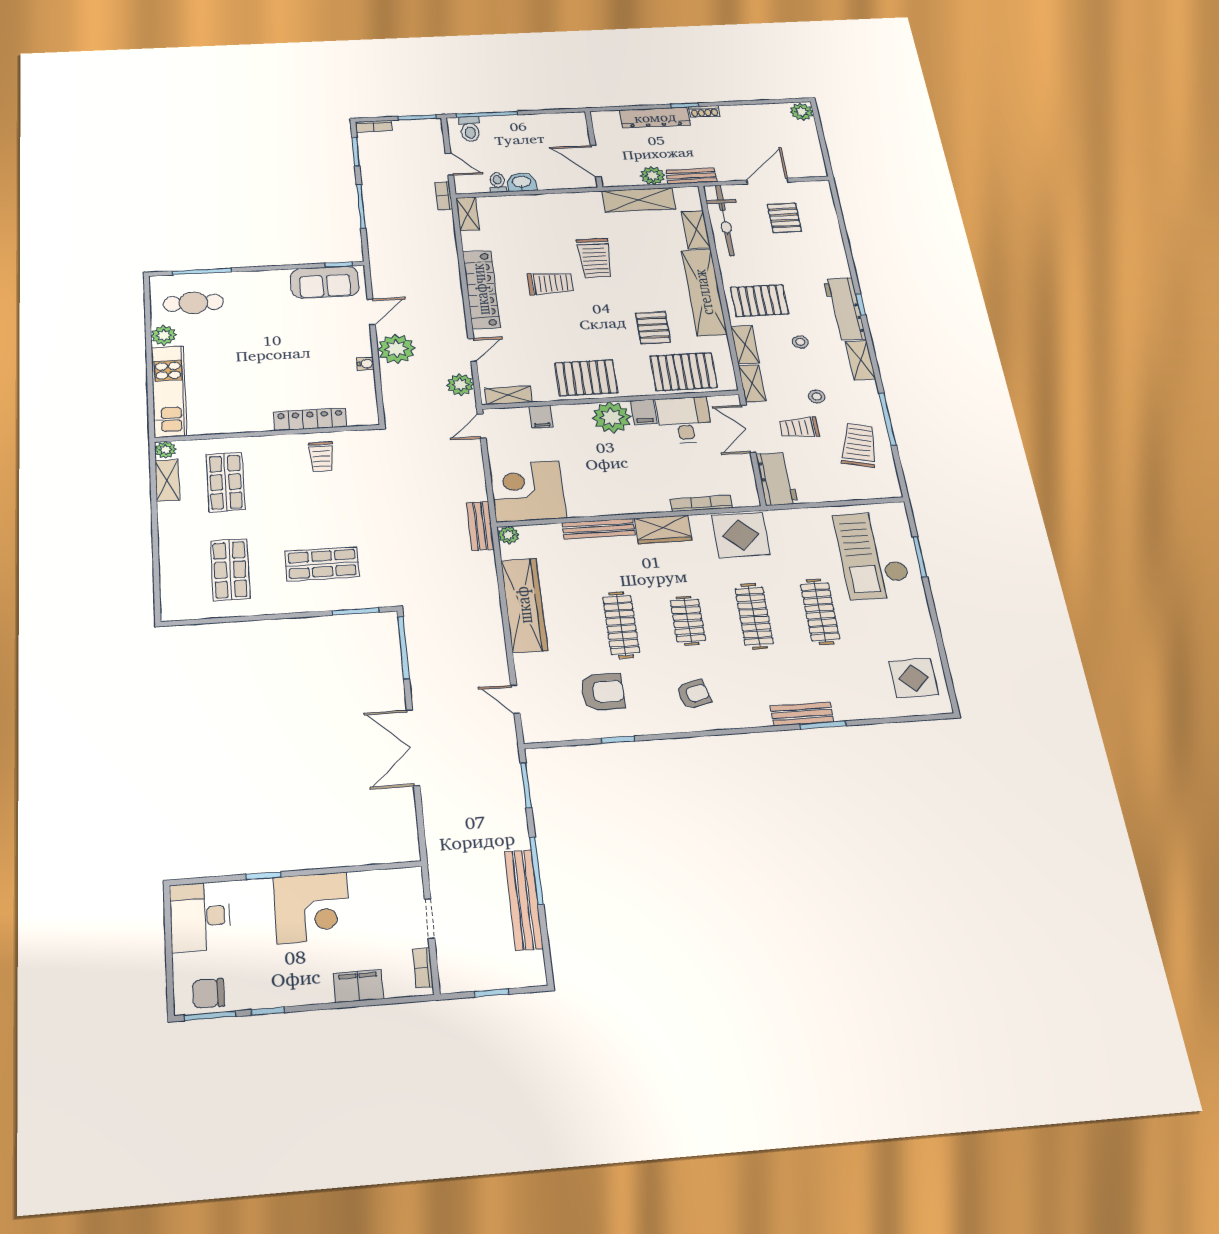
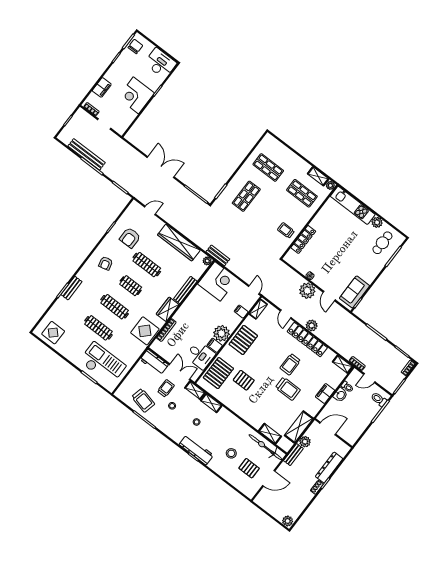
door: (768, 181) -> (269, 478), hinge flipped
filing cabinet: (543, 204) -> (325, 394), added
trolley: (595, 258) -> (288, 389), turned 180
stool: (791, 258) -> (231, 453), added
shelving: (704, 292) -> (243, 411), removed
pallet: (760, 301) -> (224, 425), removed
shelving: (860, 360) -> (173, 434), removed
plant: (460, 385) -> (312, 325), moved

